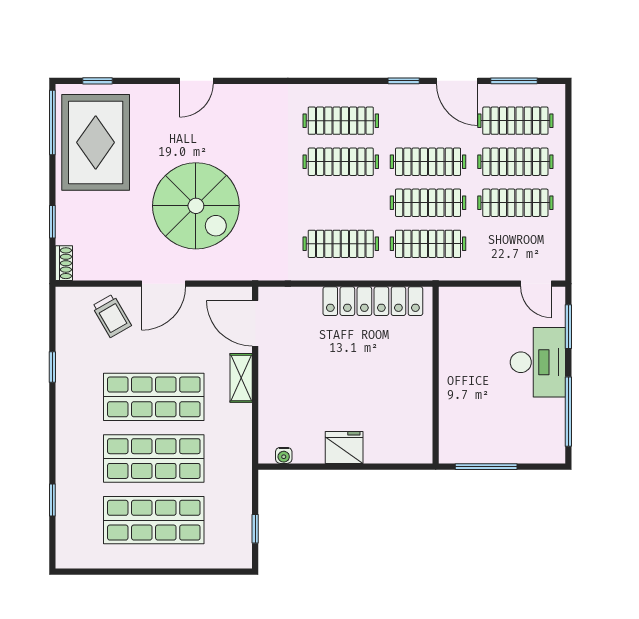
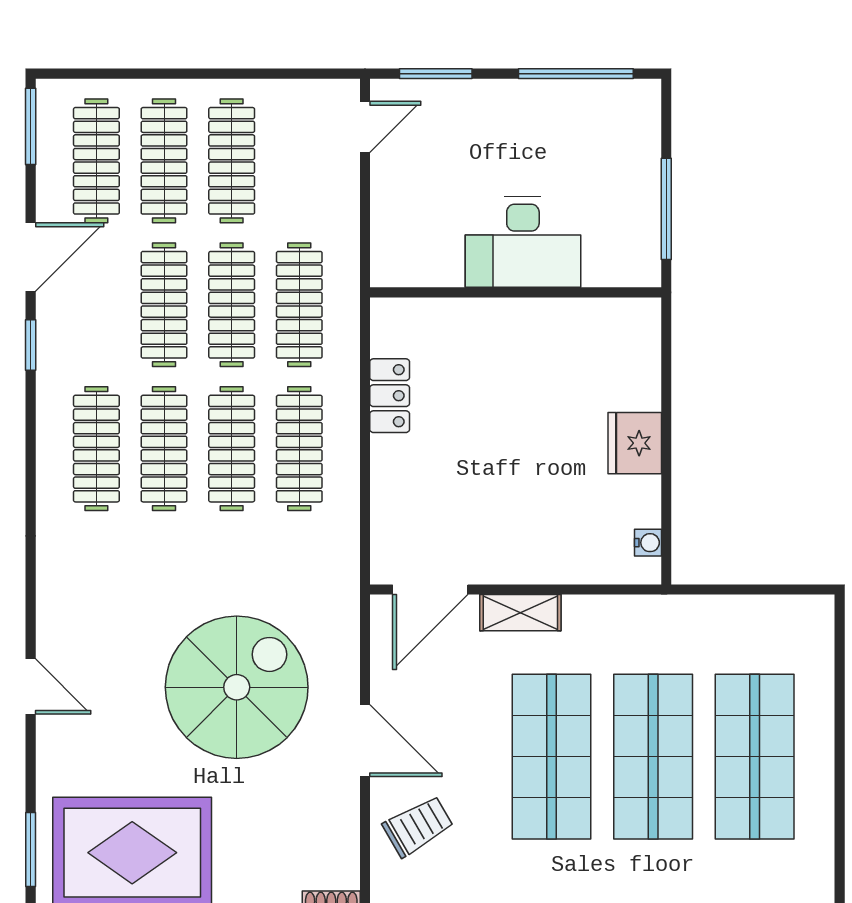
window: (98, 81) -> (31, 849), width x1.50
window: (514, 81) -> (31, 126), moved
clothes rail: (341, 203) -> (232, 449), added
locker: (373, 301) -> (390, 396), width x0.46, depth x0.83
desk: (538, 362) -> (523, 242), moved, turned 180
window: (255, 529) -> (769, 590), removed

